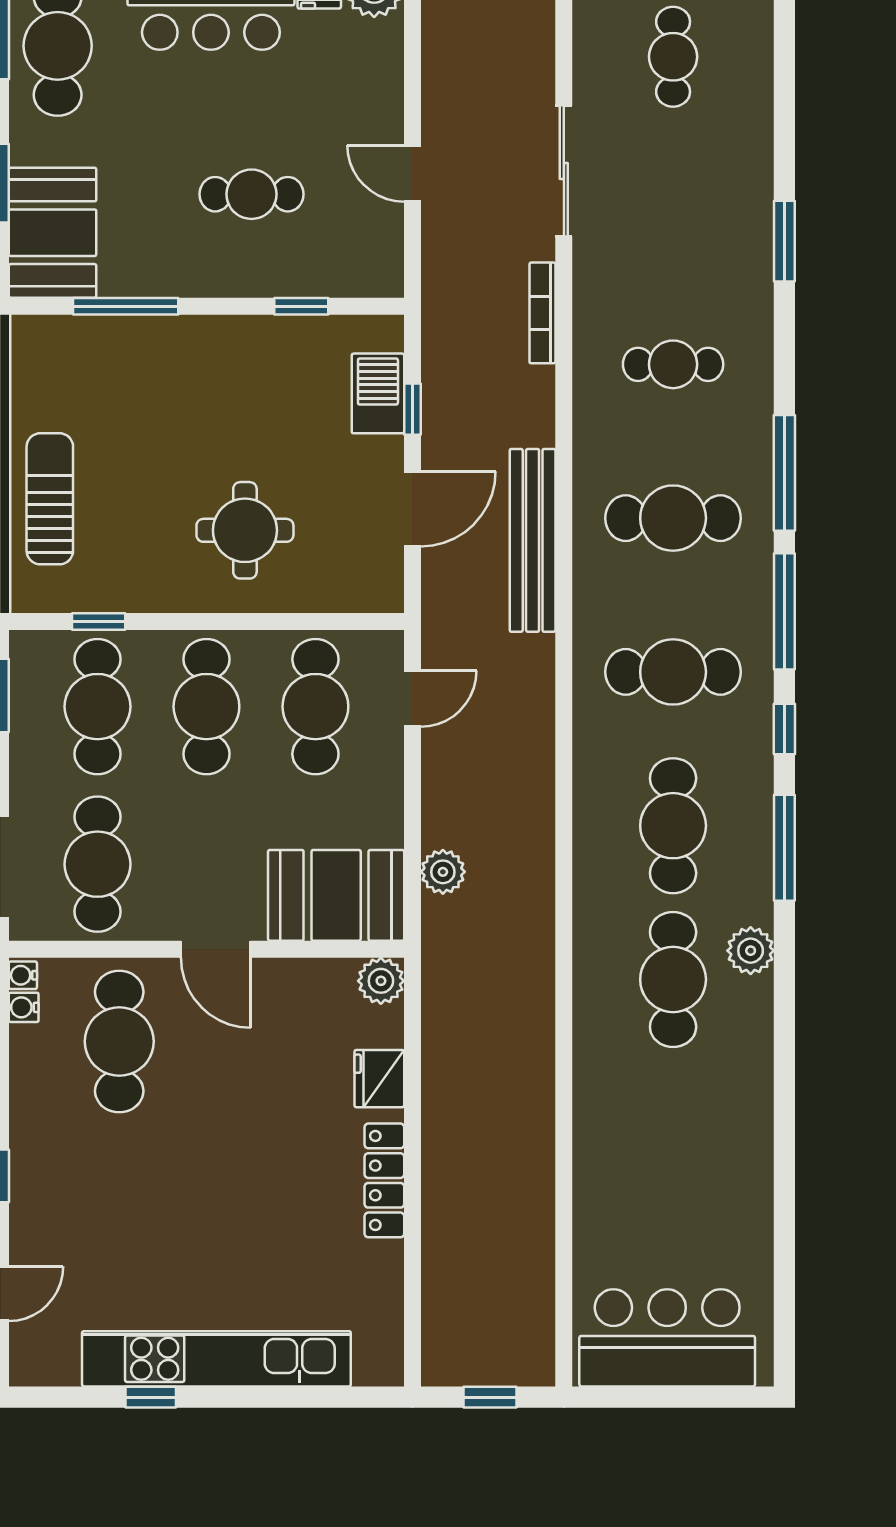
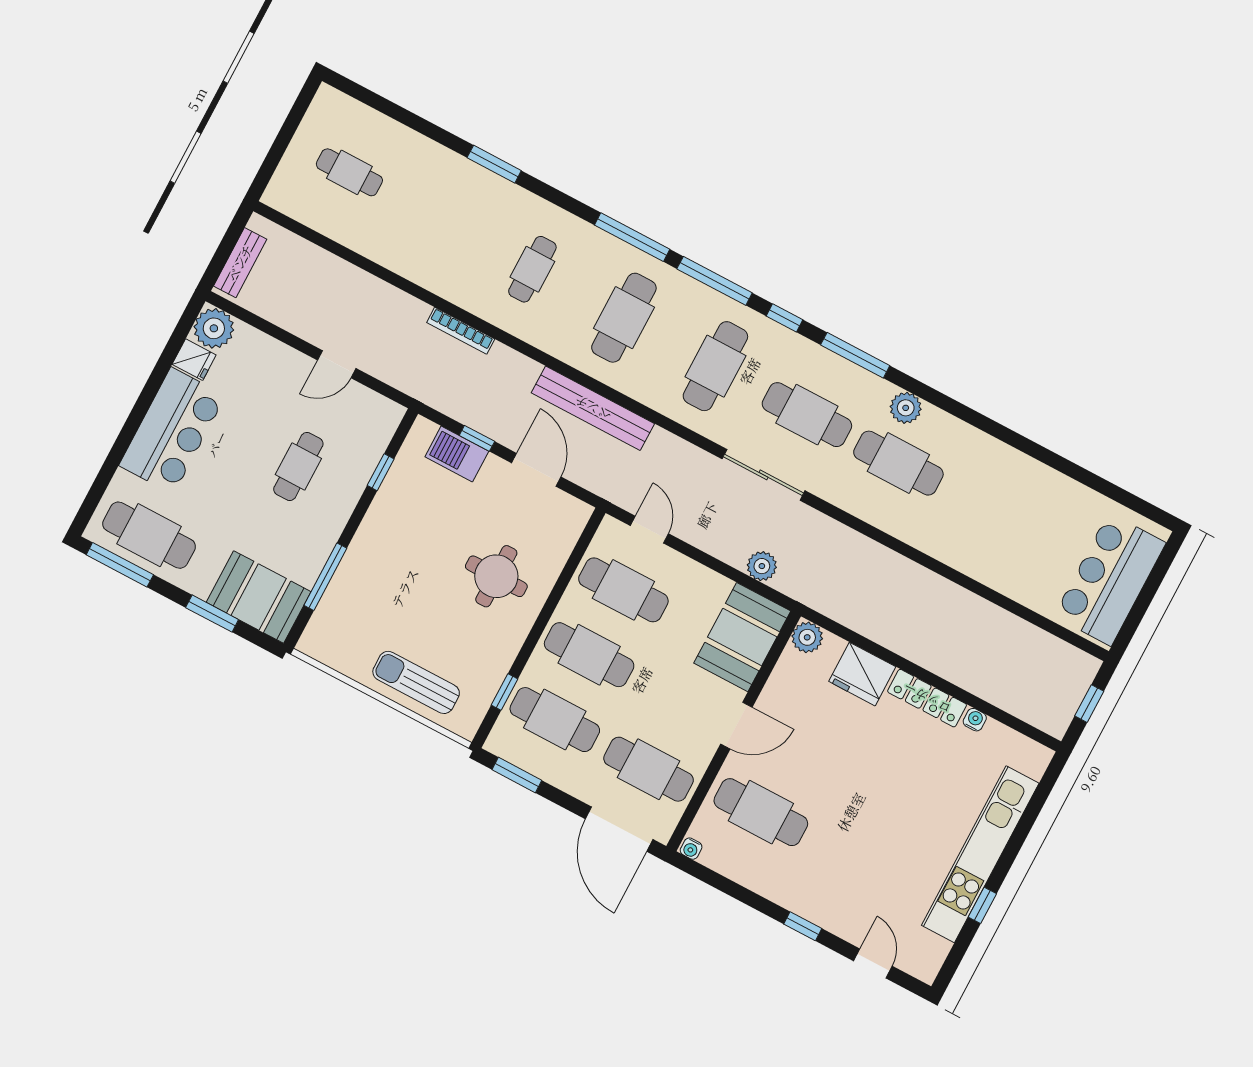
sliding door: (564, 171) -> (763, 475), moved
water cooler: (24, 1007) -> (975, 720), moved, turned 180
fridge: (379, 1079) -> (862, 674), width x1.36, depth x1.34

